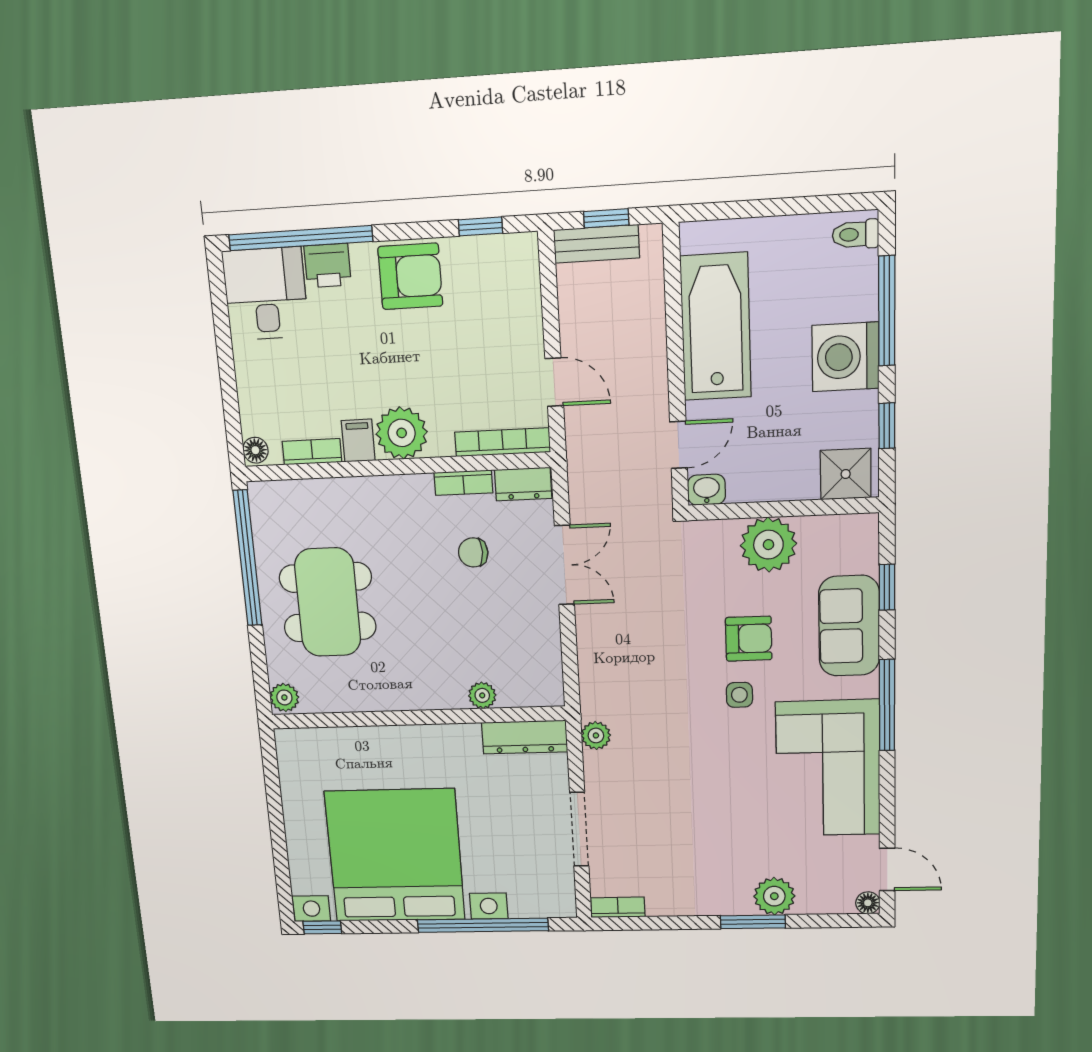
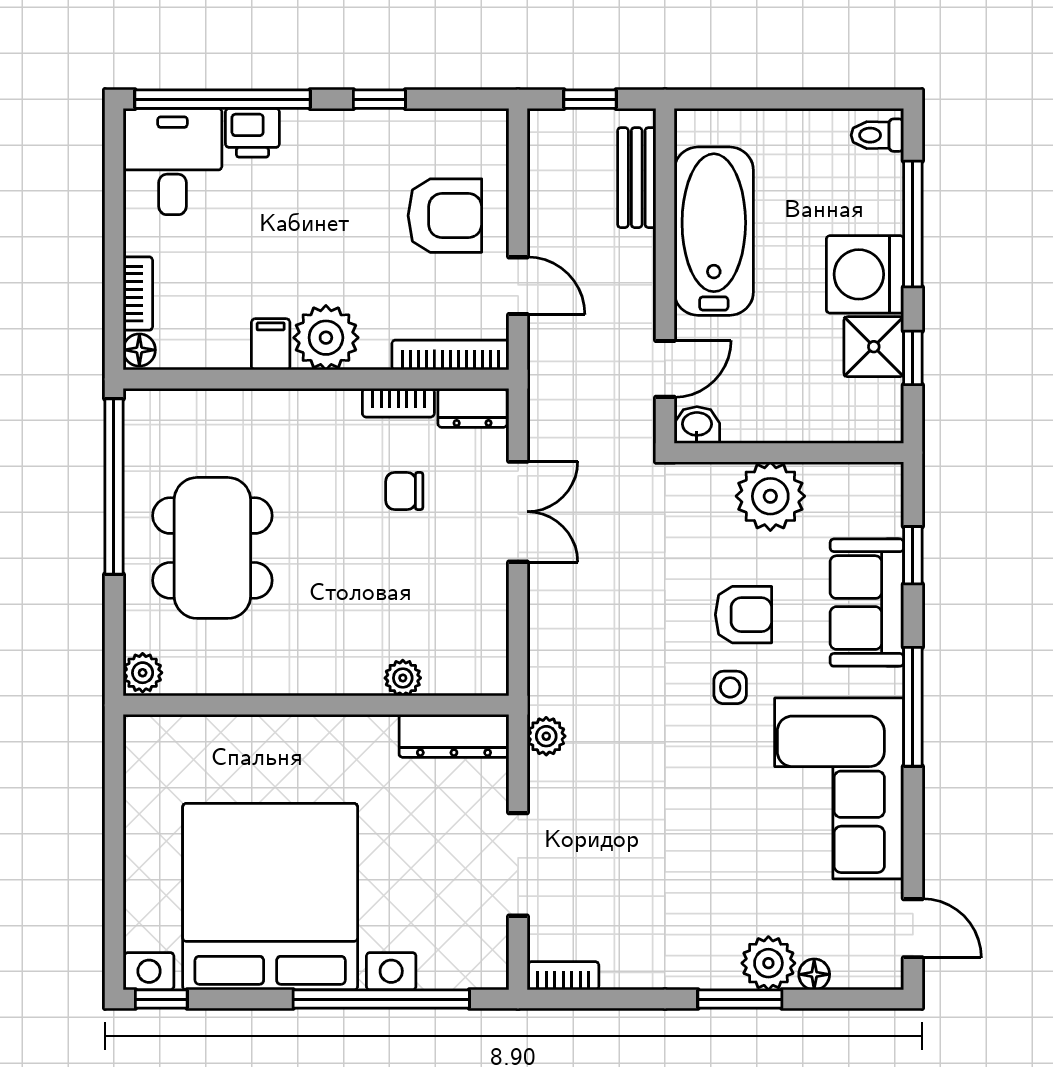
window: (481, 226) -> (379, 99), moved
bench: (596, 244) -> (637, 178), moved, turned 90
armchair: (410, 276) -> (445, 216), moved
bookcase: (312, 452) -> (138, 293), moved, turned 90
shower: (846, 474) -> (874, 347), moved
floor lamp: (868, 903) -> (814, 974), moved

